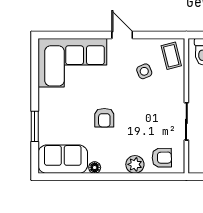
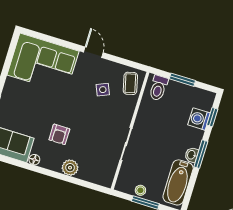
armchair: (104, 118) -> (59, 134), moved
armchair: (162, 158) -> (95, 169), removed

